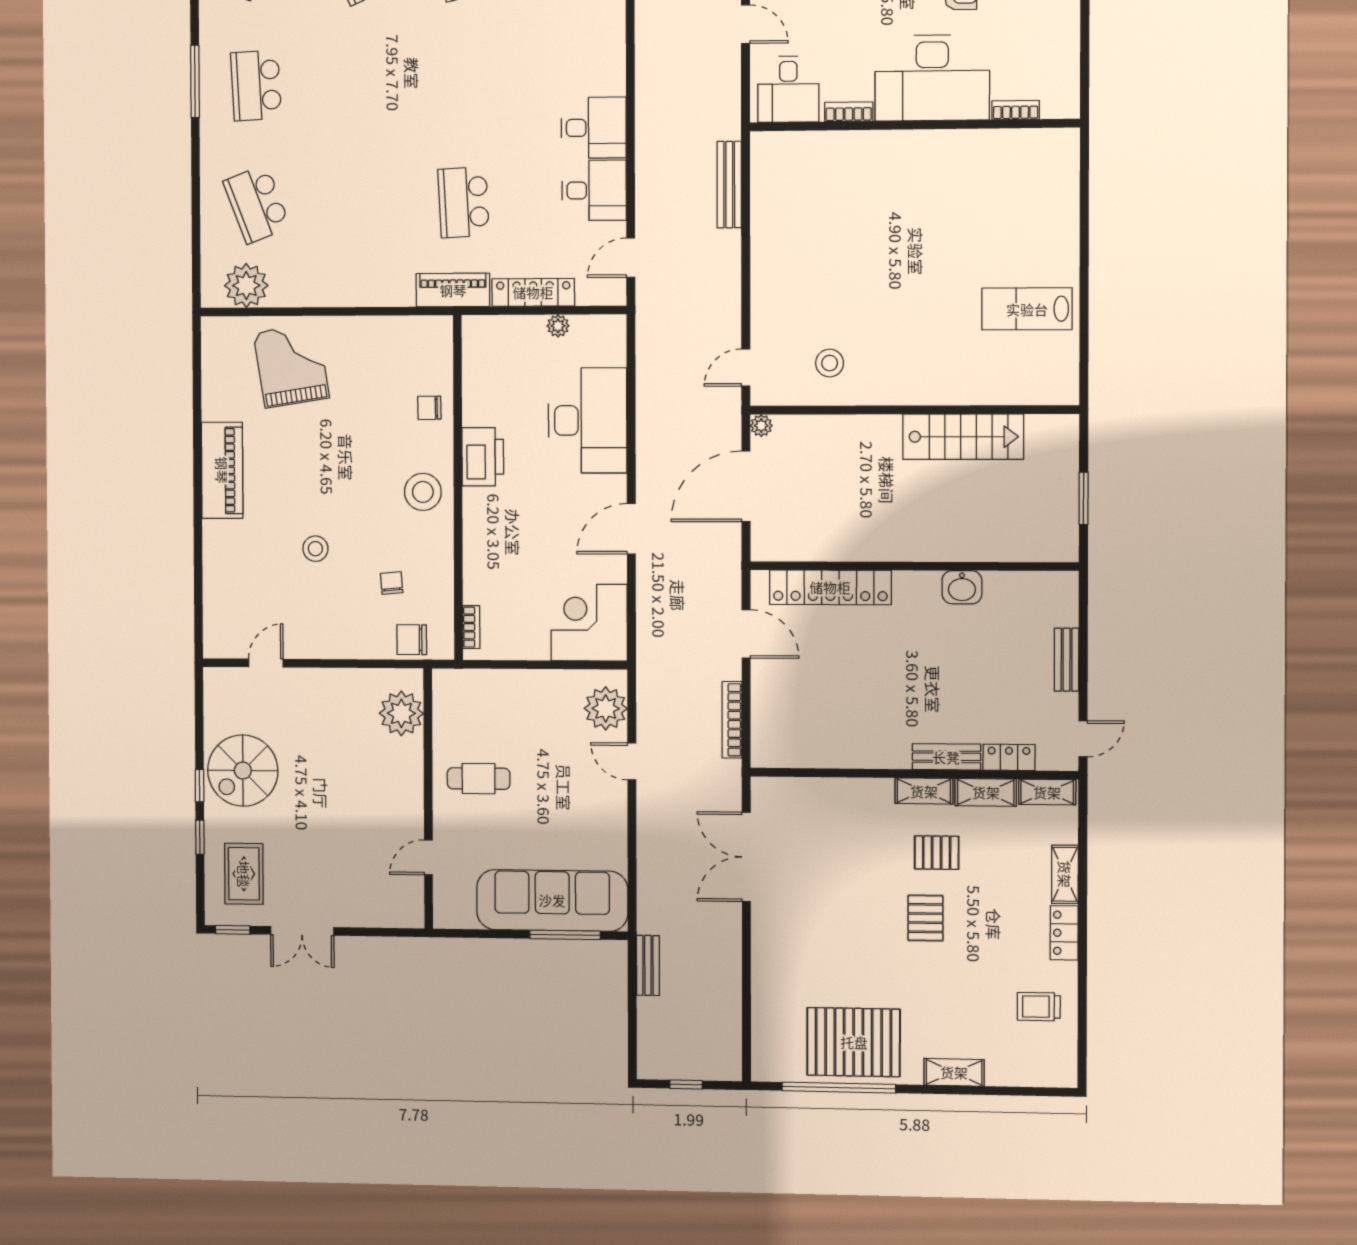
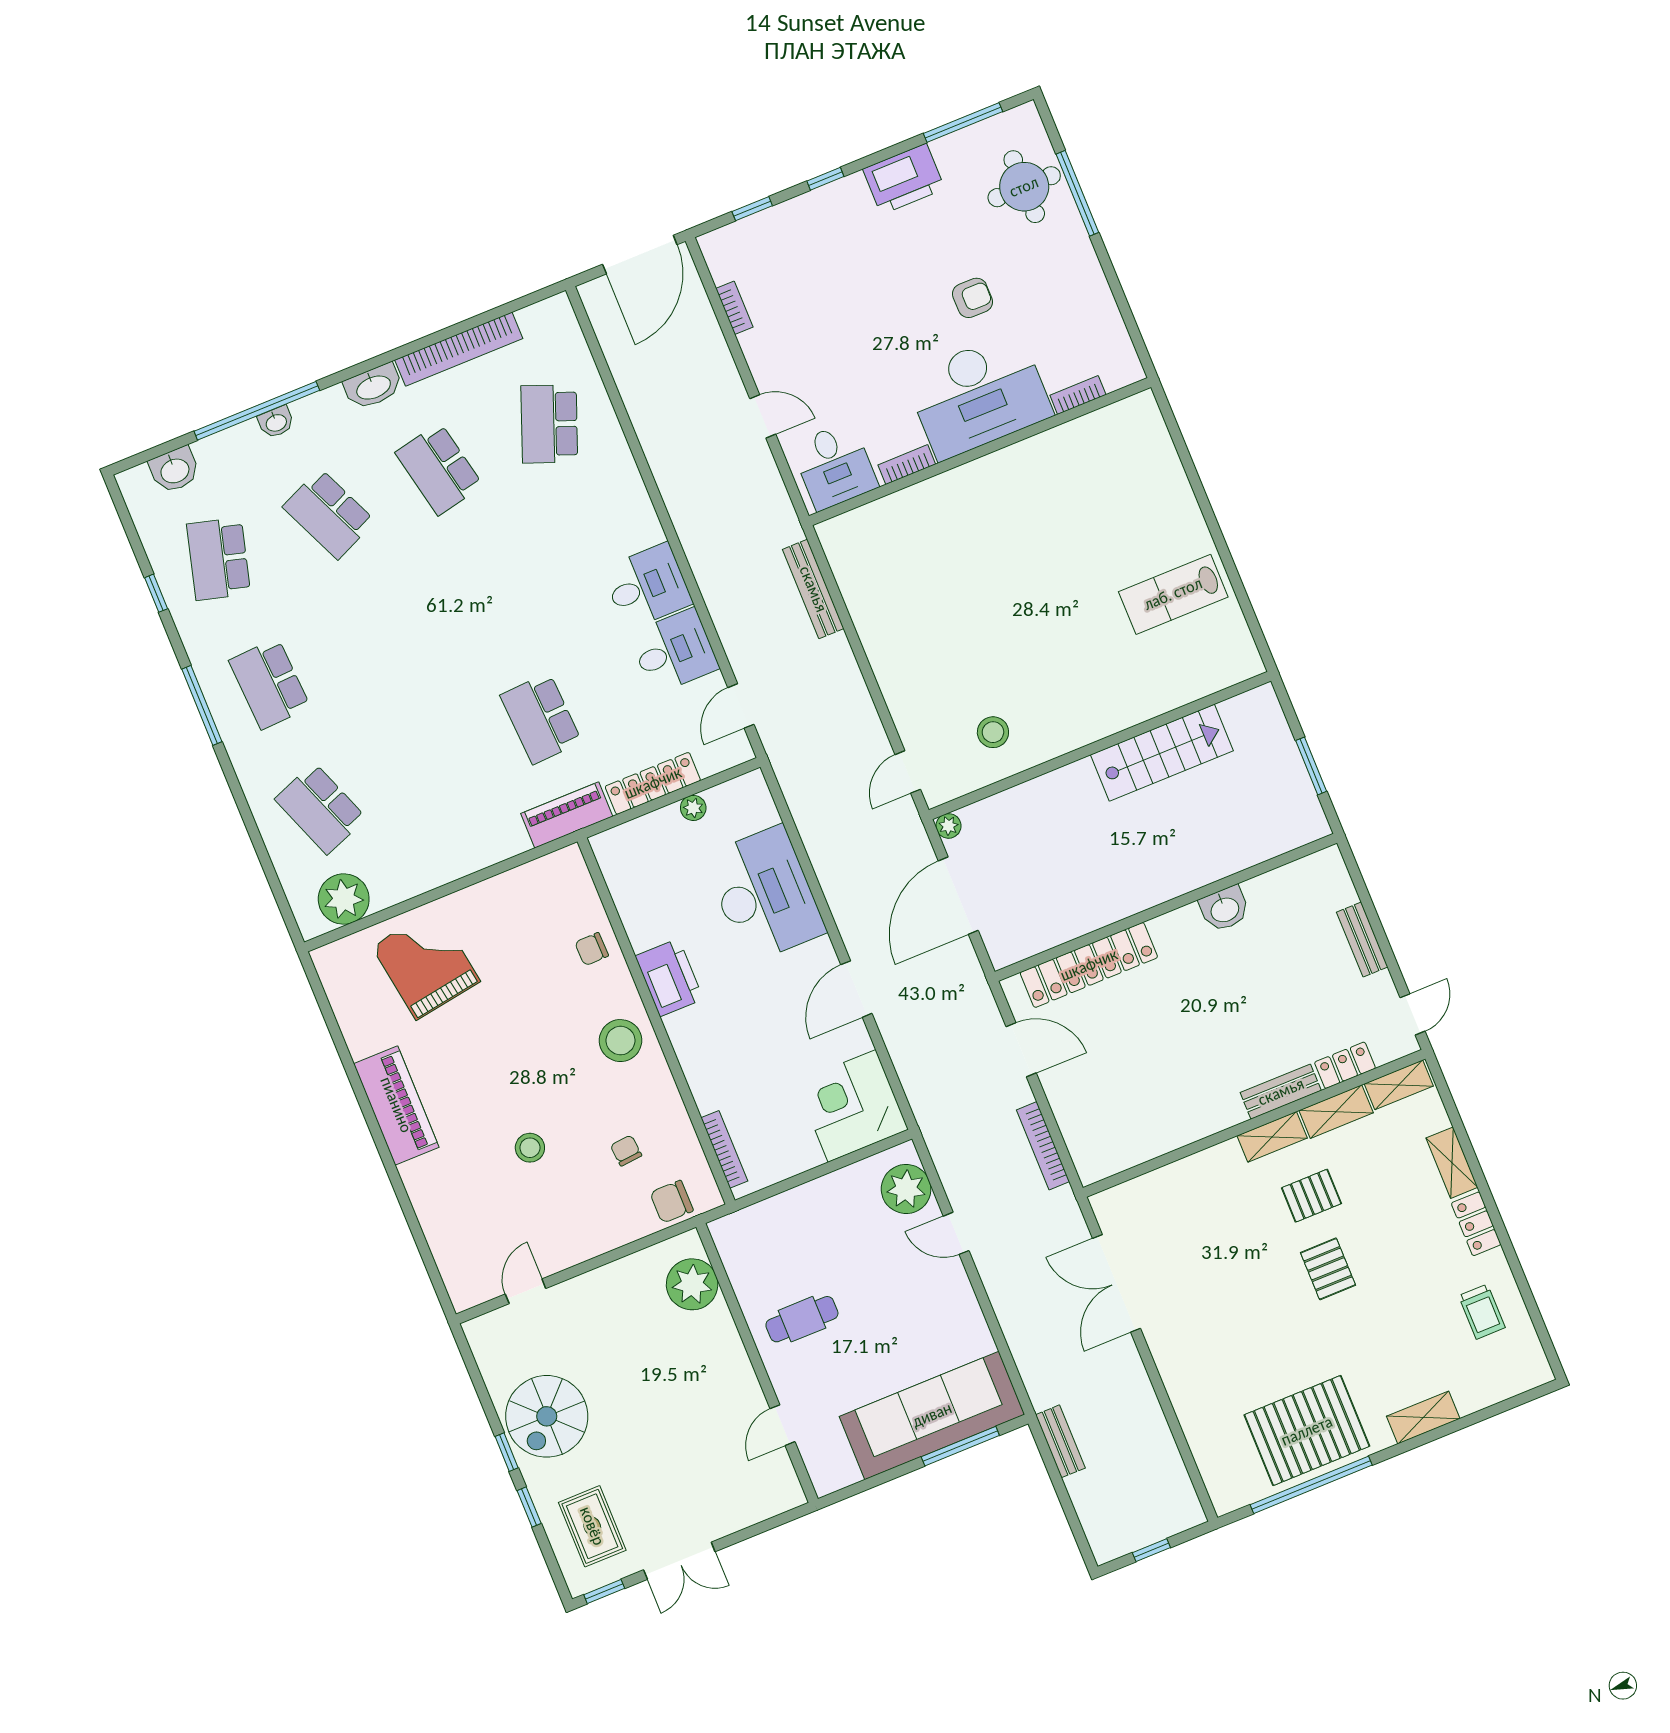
bookcase: (471, 627) -> (724, 1149), width x1.56
trolley: (1039, 1007) -> (1482, 1312), turned -90

